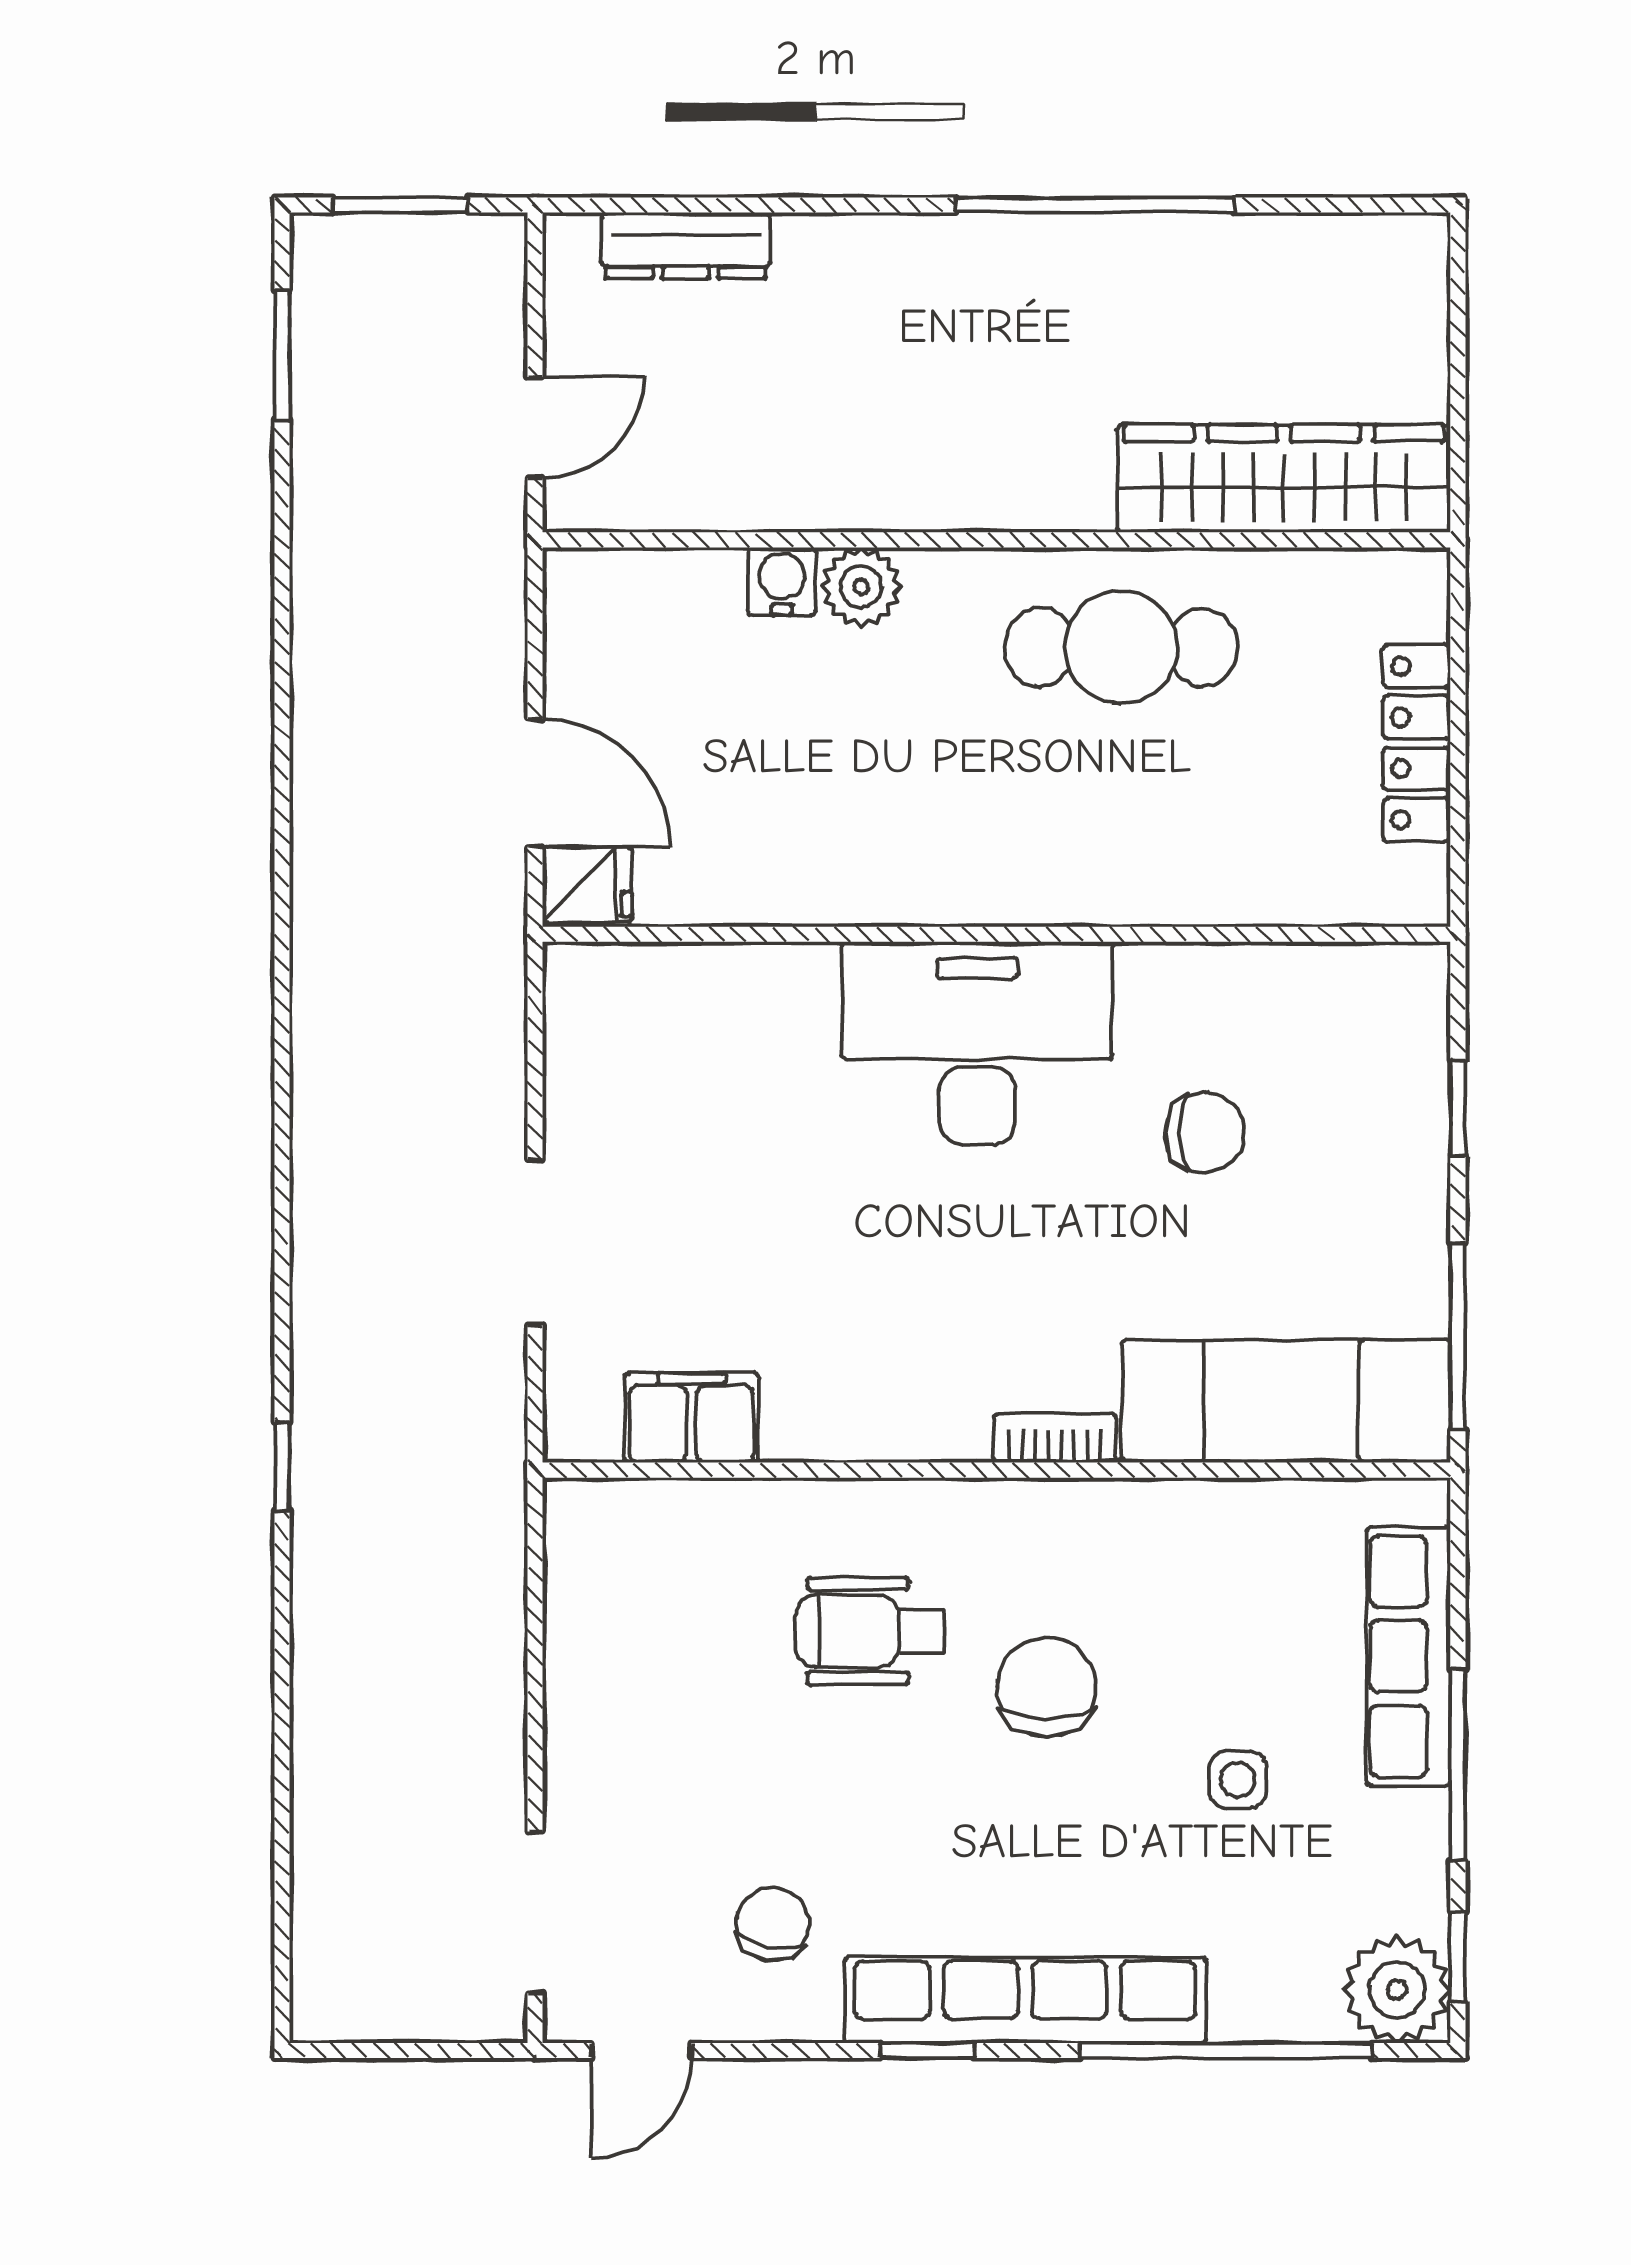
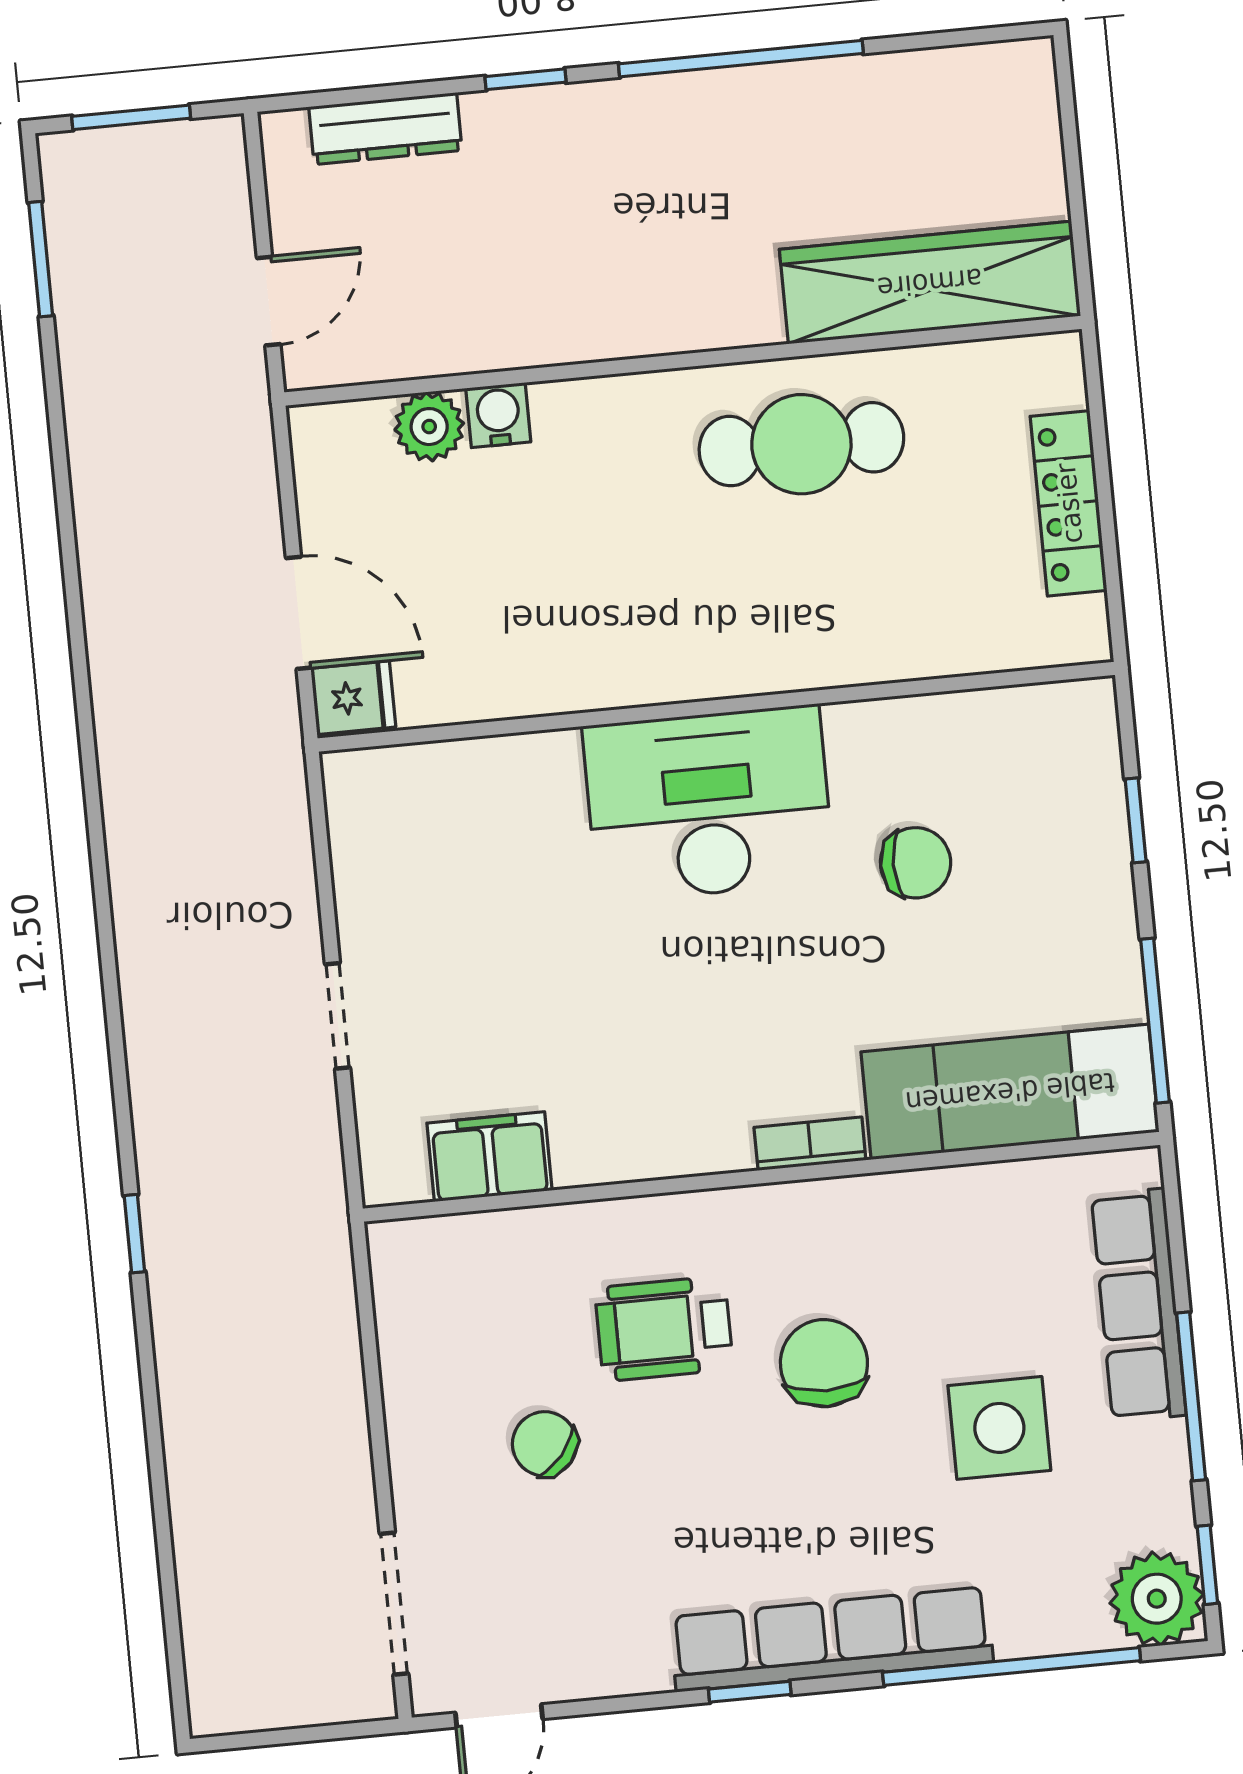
window: (849, 205) -> (526, 79), added
plant: (861, 587) -> (429, 427), moved
doorway: (535, 1242) -> (338, 1016), width x0.73
side table: (1238, 1780) -> (999, 1428), width x1.87, depth x1.87
chair: (773, 1924) -> (545, 1444), moved, turned -60

